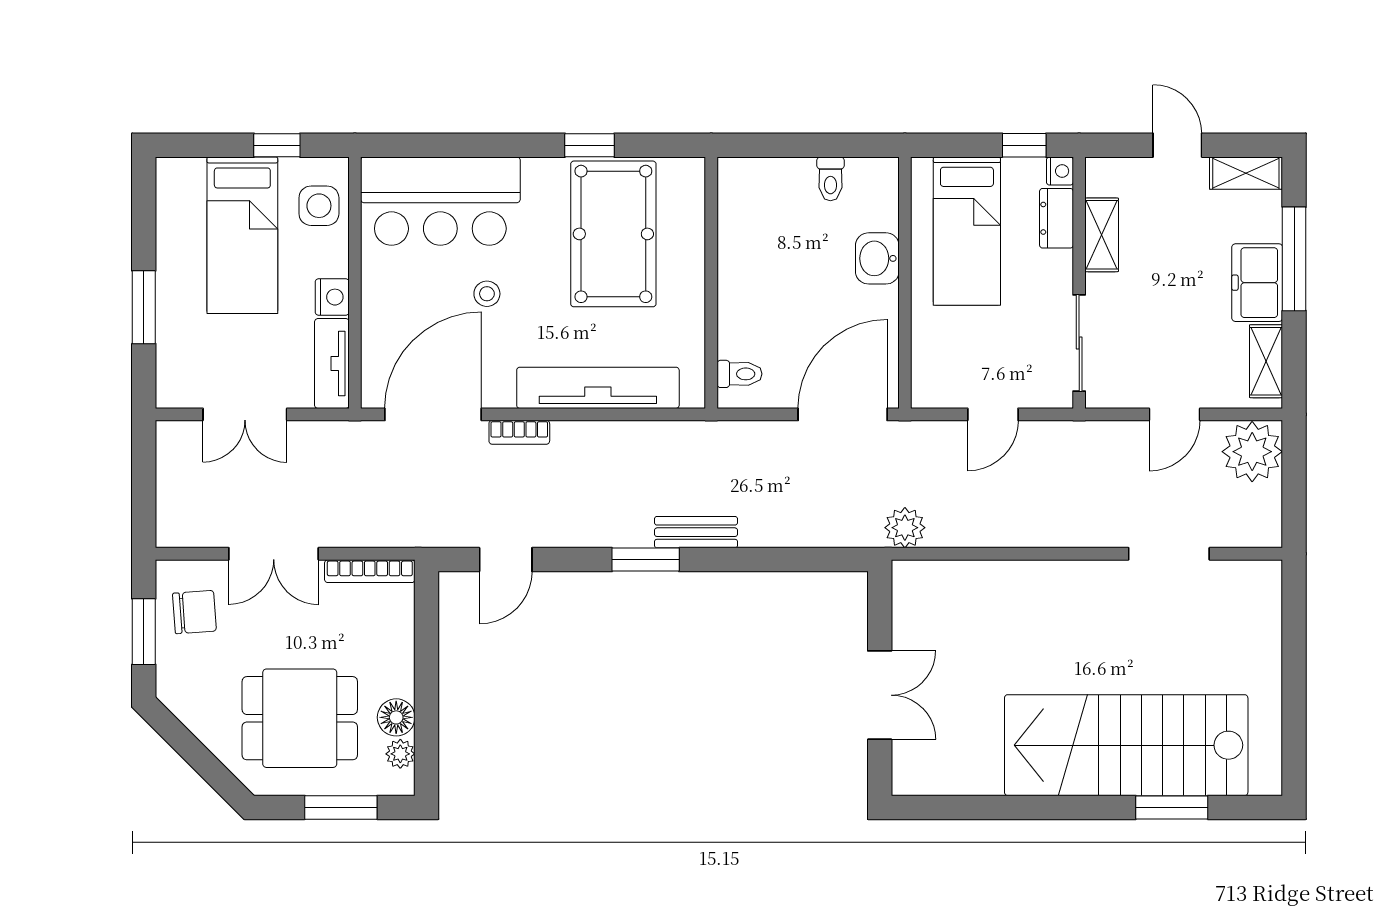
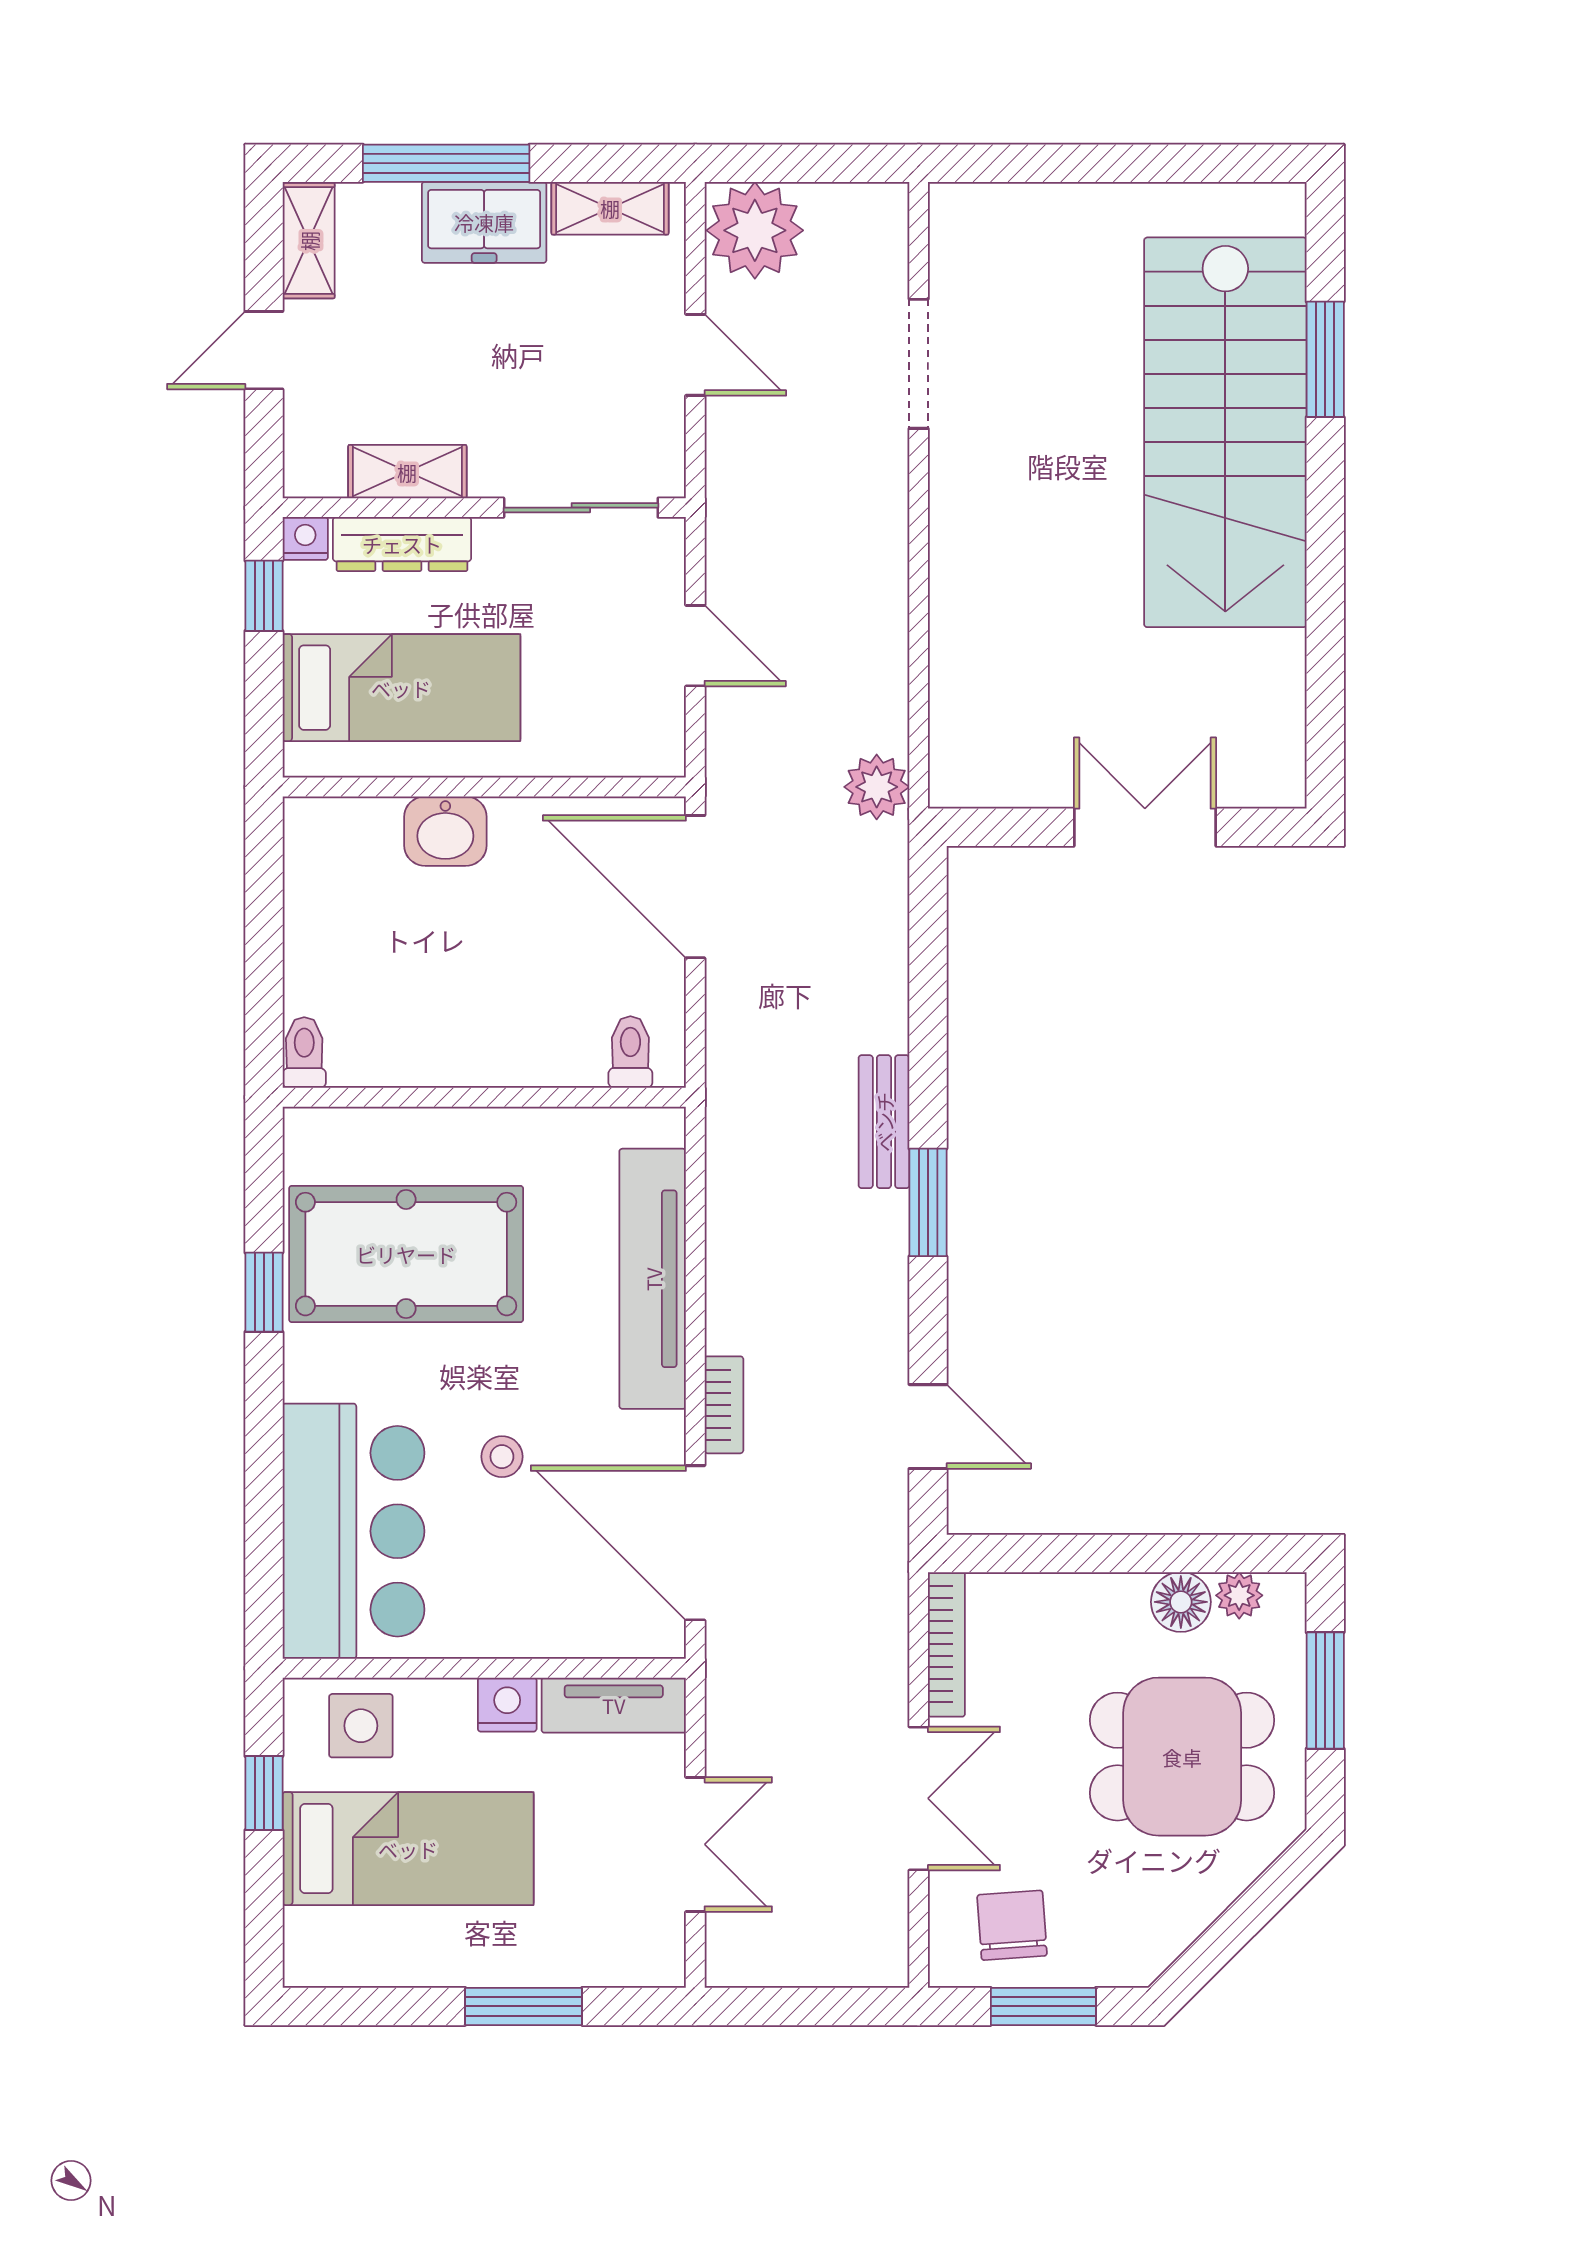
toilet: (830, 179) -> (304, 1053), moved, turned -90
dresser: (1056, 218) -> (402, 544), width x1.44
dining table: (300, 718) -> (1182, 1757), turned 90

